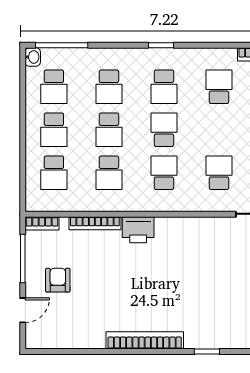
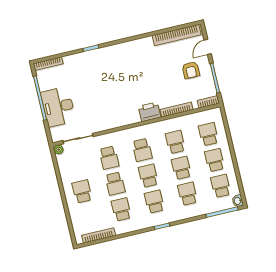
school desk: (219, 87) -> (121, 209), turned 180
school desk: (164, 130) -> (148, 176), turned 180
school desk: (219, 130) -> (115, 184), added
bookcase: (145, 340) -> (177, 35), moved

